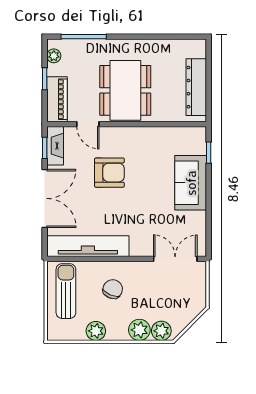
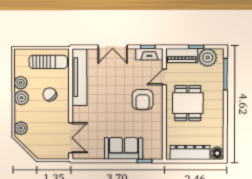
floor lamp: (197, 48) -> (217, 153), added
plant: (54, 56) -> (208, 58), width x1.88, depth x1.88
dining table: (125, 90) -> (188, 103), width x0.73
armchair: (109, 173) -> (143, 100), moved
double door: (45, 198) -> (113, 47), width x0.73
chair: (113, 289) -> (50, 94), turned -153
plant: (139, 330) -> (21, 98), moved

